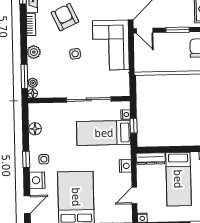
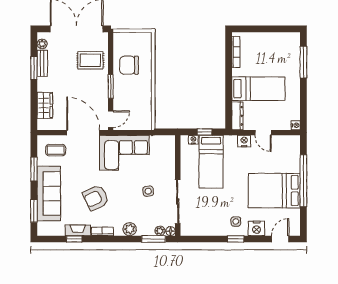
side table: (75, 54) -> (148, 191), moved
sliding door: (89, 99) -> (178, 202), moved
floor lamp: (35, 129) -> (206, 230), removed
door: (134, 196) -> (263, 133), moved
door: (27, 204) -> (280, 239), hinge flipped

